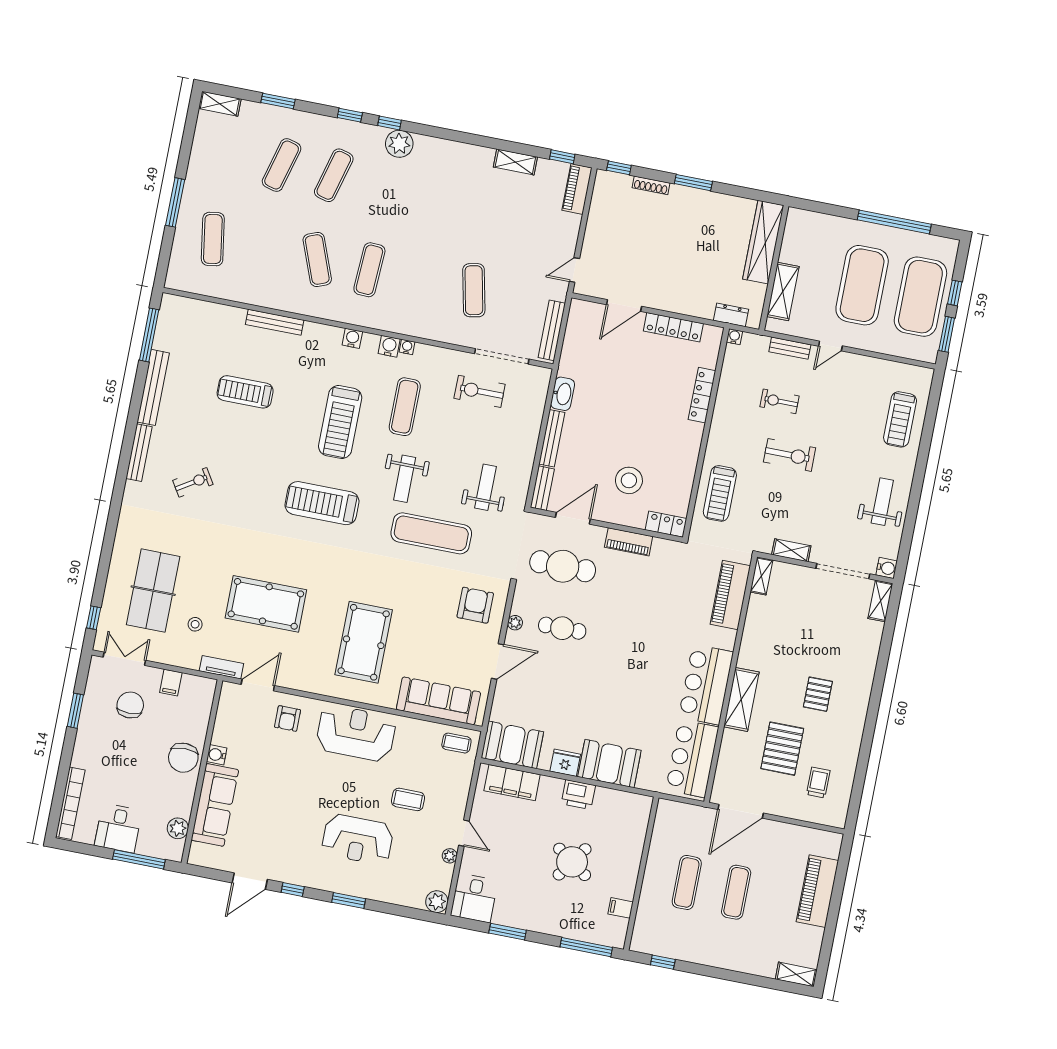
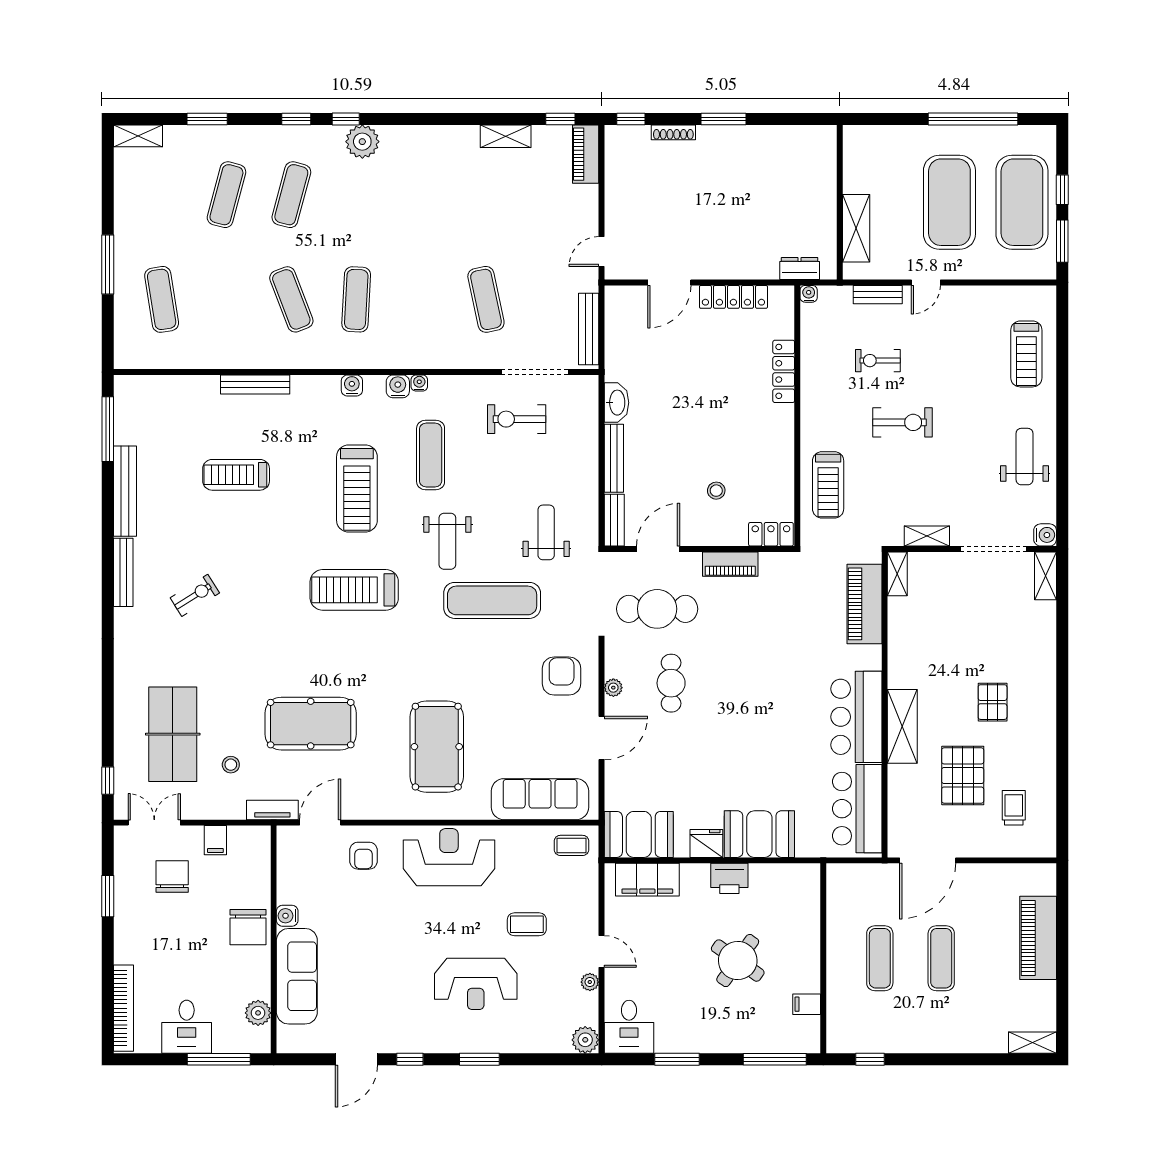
wardrobe: (763, 242) -> (821, 174), removed
stool: (629, 480) -> (716, 491), width x0.53, depth x0.53
cafe table: (562, 628) -> (671, 683), turned 90

